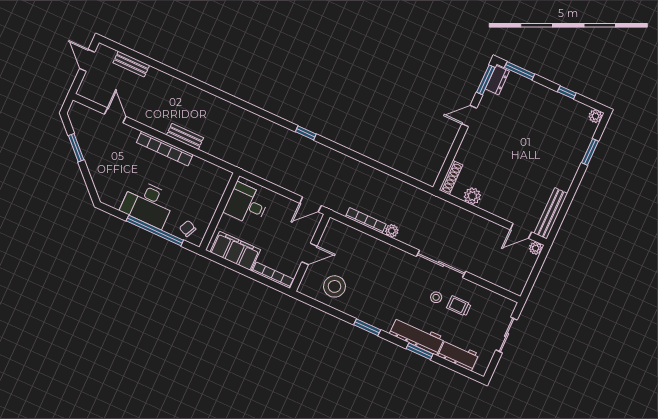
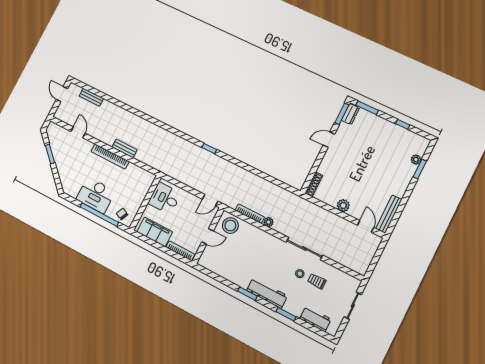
plant: (595, 116) -> (416, 160), moved
plant: (472, 196) -> (343, 206), moved
door: (521, 231) -> (366, 226), swing flipped
plant: (536, 248) -> (377, 240), removed
stool: (334, 286) -> (230, 226), moved
workbench: (417, 336) -> (267, 293), moved

